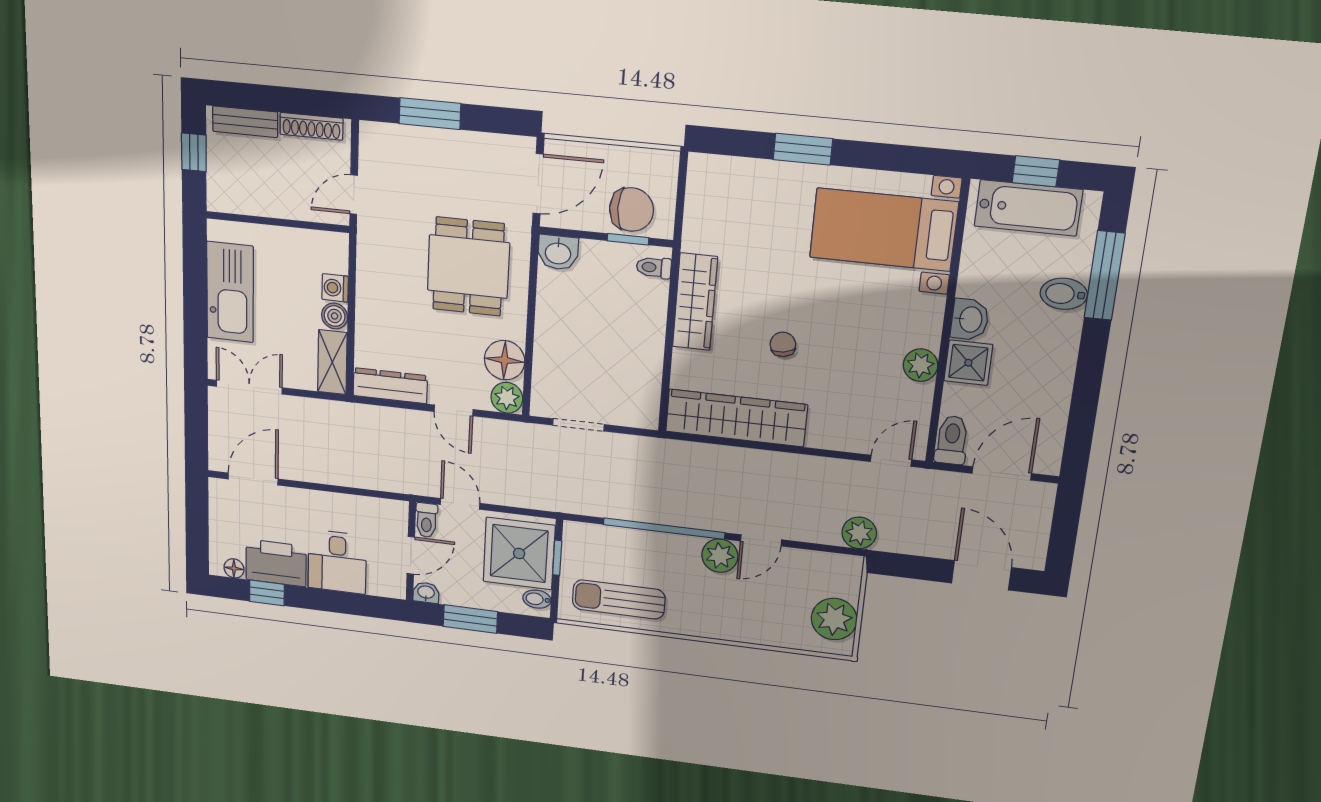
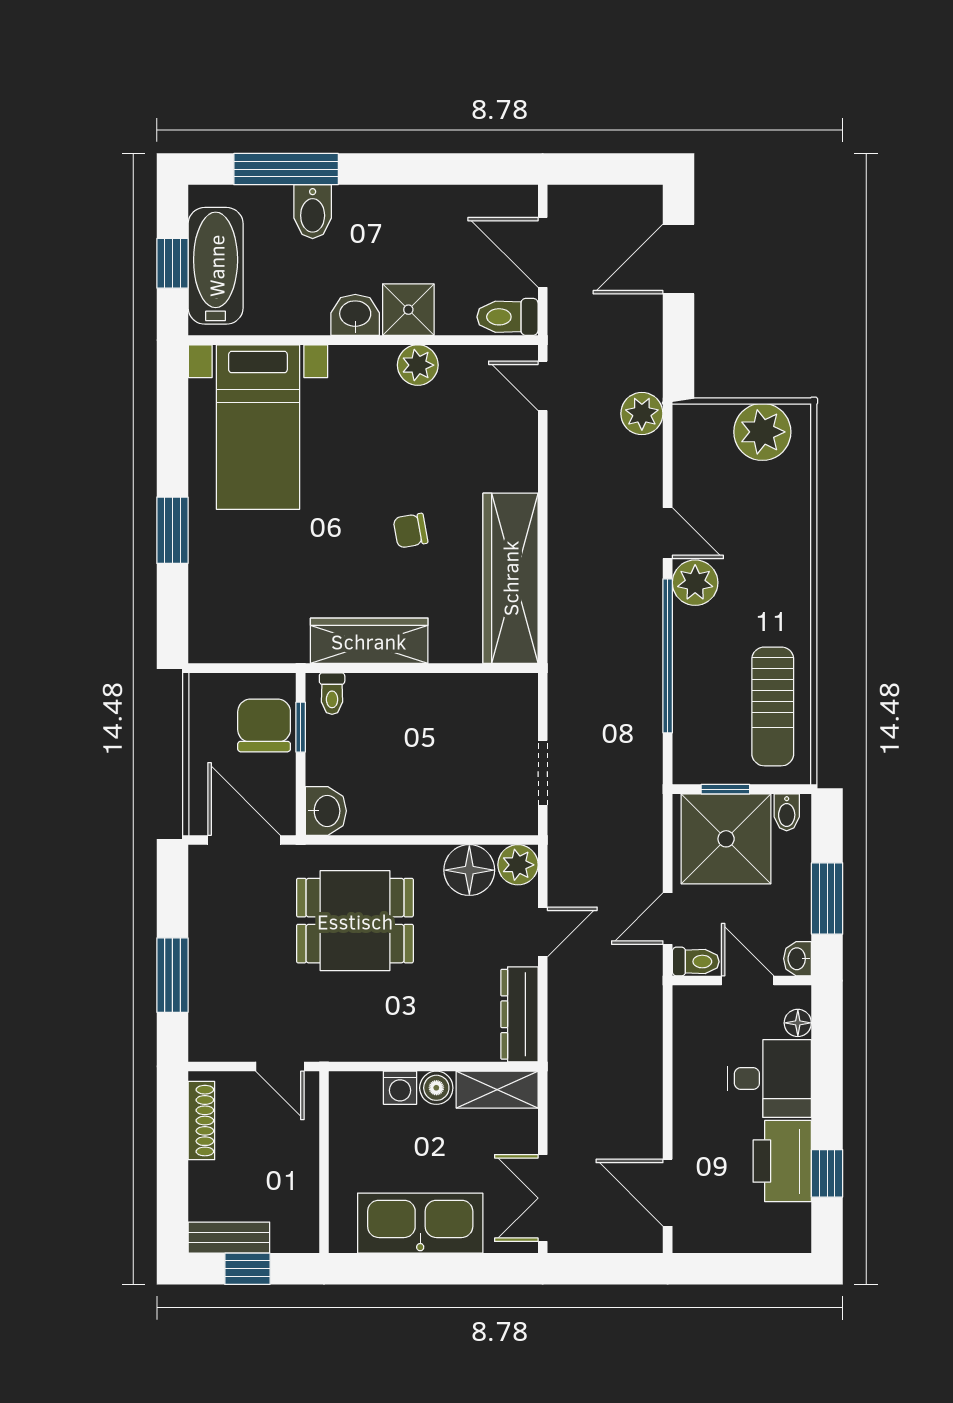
bench: (245, 122) -> (229, 1238), moved, turned 90
floor lamp: (234, 568) -> (798, 1023), moved

